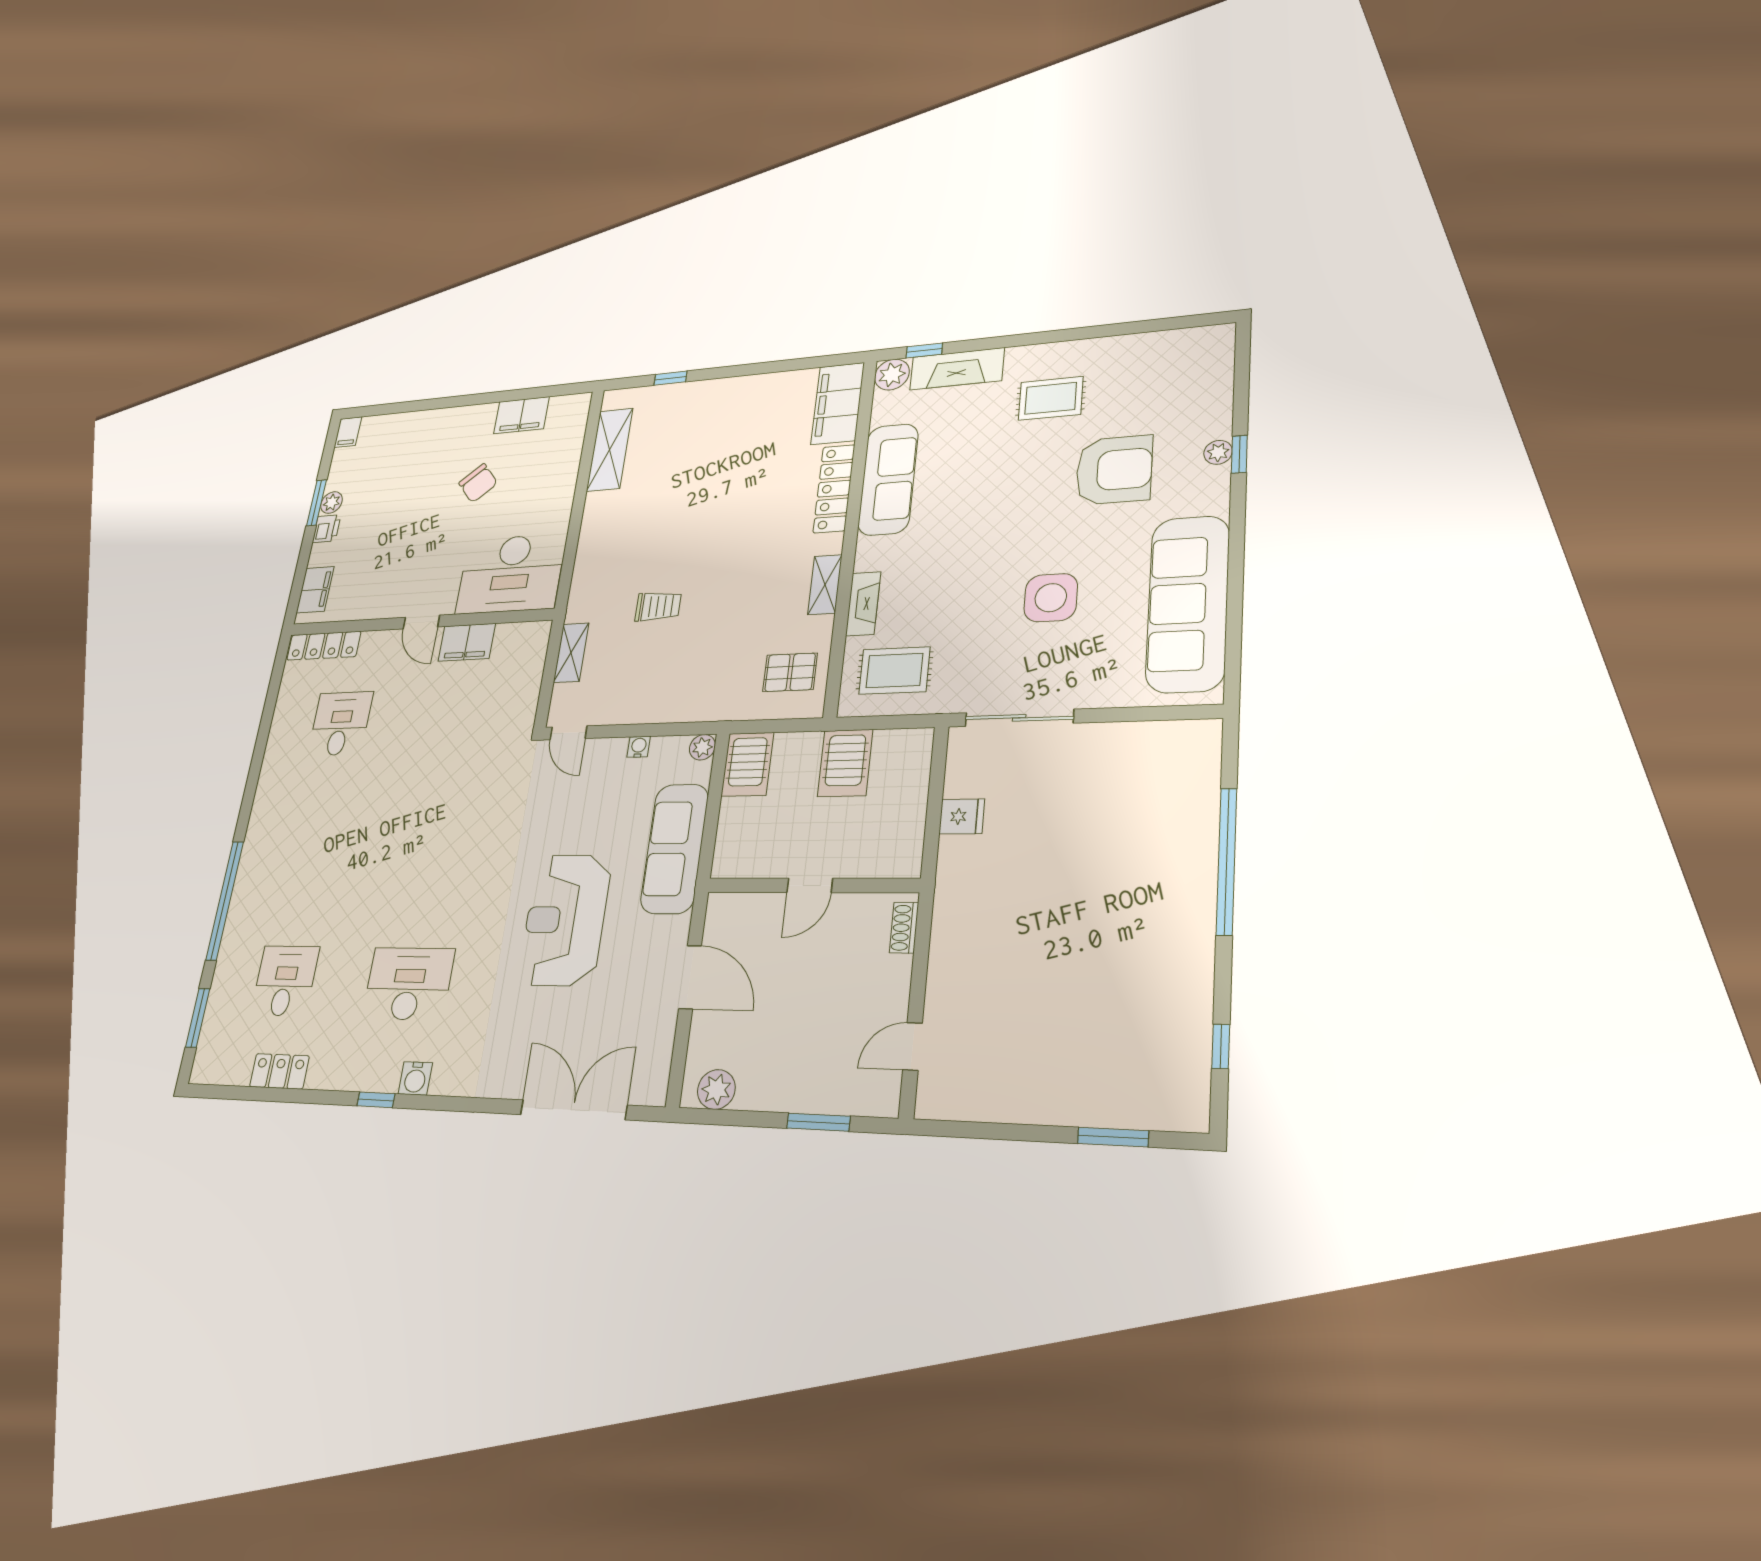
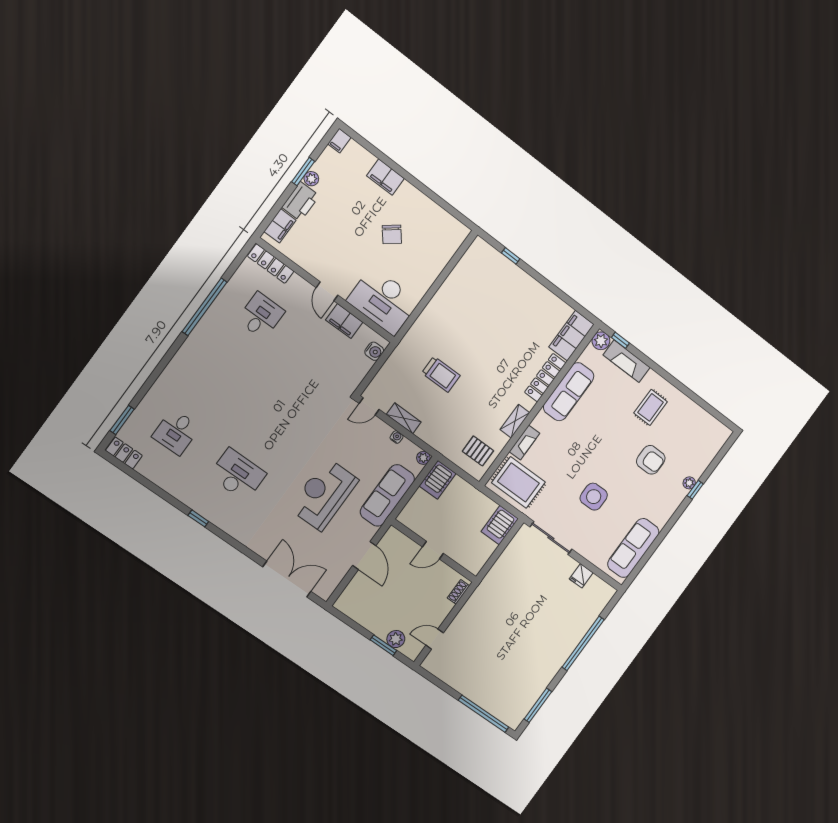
rug: (1051, 398) -> (651, 407), turned 90
filing cabinet: (521, 415) -> (386, 177), moved
shelving: (610, 450) -> (463, 271), removed
armchair: (1114, 470) -> (651, 460), width x0.73, depth x0.73
printer: (327, 529) -> (300, 201), width x1.87, depth x1.48
sofa: (1188, 603) -> (633, 548), width x0.74, depth x0.79
trolley: (658, 606) -> (441, 374), width x1.36, depth x1.39
shelving: (571, 653) -> (404, 418), moved, turned 90
rug: (894, 671) -> (518, 482), width x1.36, depth x1.43
door: (568, 733) -> (369, 406), hinge flipped
server rack: (845, 763) -> (500, 525), moved
fridge: (962, 816) -> (581, 576), moved, turned 90
window: (225, 900) -> (205, 307), moved
desk: (285, 981) -> (176, 432), turned 180
window: (1221, 1046) -> (538, 705), width x2.17
locker: (279, 1071) -> (124, 453), moved
water cooler: (415, 1078) -> (374, 351), moved, turned -90
plant: (716, 1089) -> (396, 639), moved
window: (1113, 1137) -> (484, 714), width x2.11

